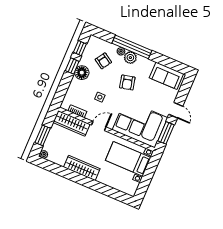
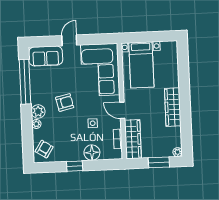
window: (132, 47) -> (25, 82), moved
window: (80, 48) -> (53, 167), removed
armchair: (103, 61) -> (44, 149), moved
floor lamp: (82, 73) -> (92, 153), moved
sofa: (166, 76) -> (46, 56), moved, turned 90
window: (166, 133) -> (97, 39), removed

